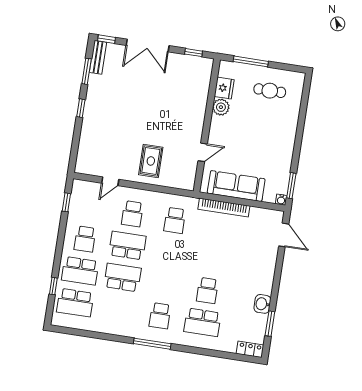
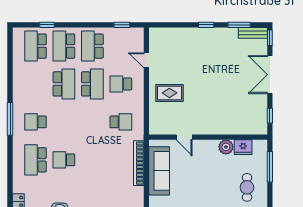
school desk: (175, 220) -> (121, 122), turned 180
school desk: (85, 239) -> (92, 46), width x1.85

